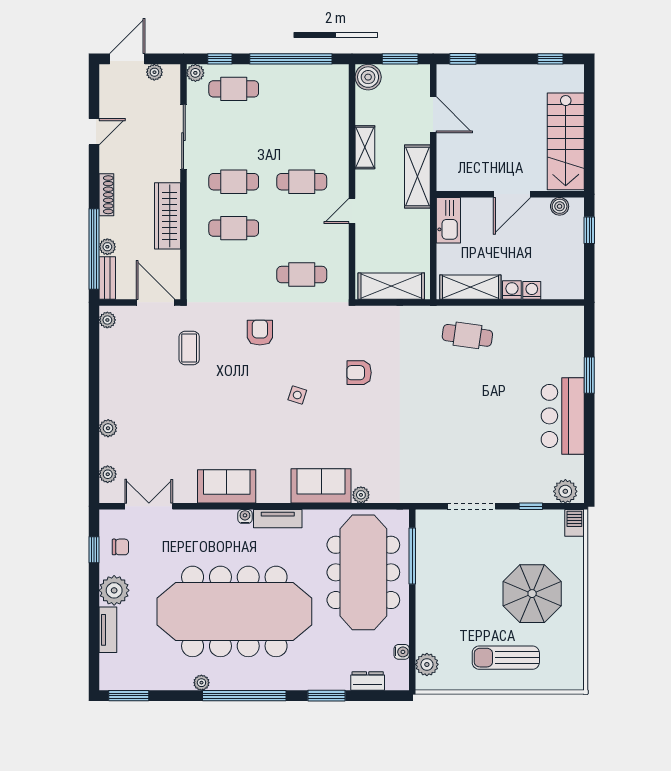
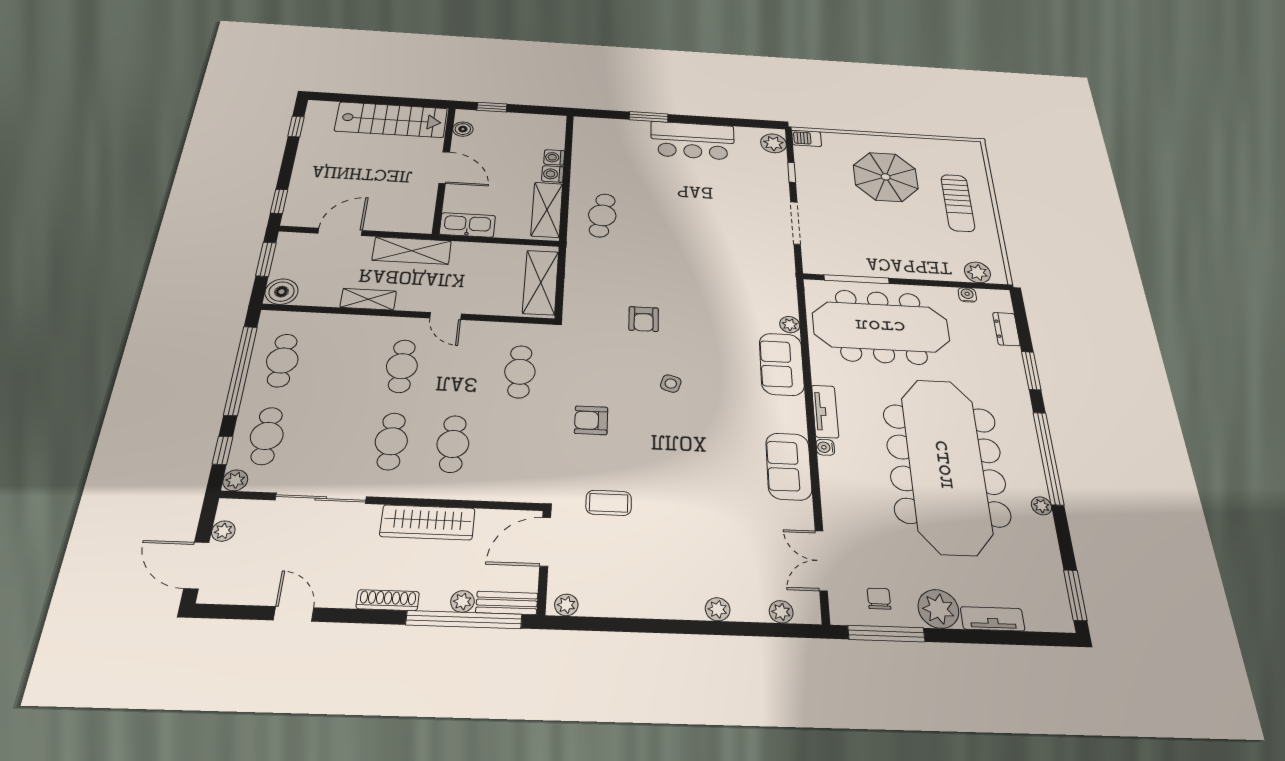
cafe table: (302, 89) -> (282, 360), added
window: (94, 550) -> (886, 634), width x2.17

